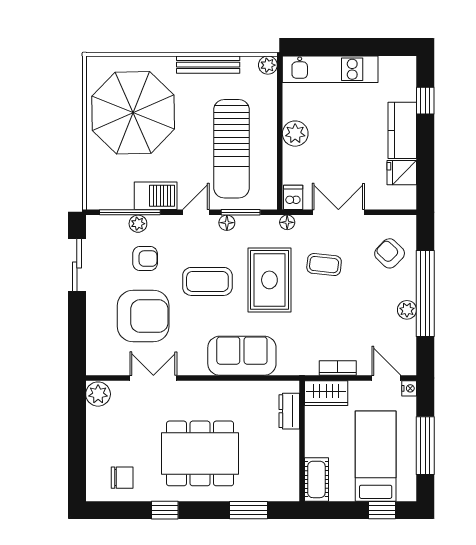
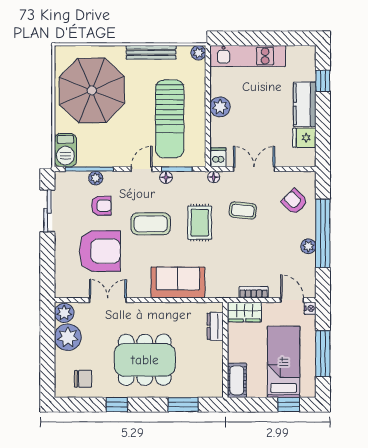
barbecue: (156, 196) -> (65, 150), moved, turned 90
rug: (269, 280) -> (200, 223), width x0.73, depth x0.70
plant: (103, 425) -> (68, 337), added

